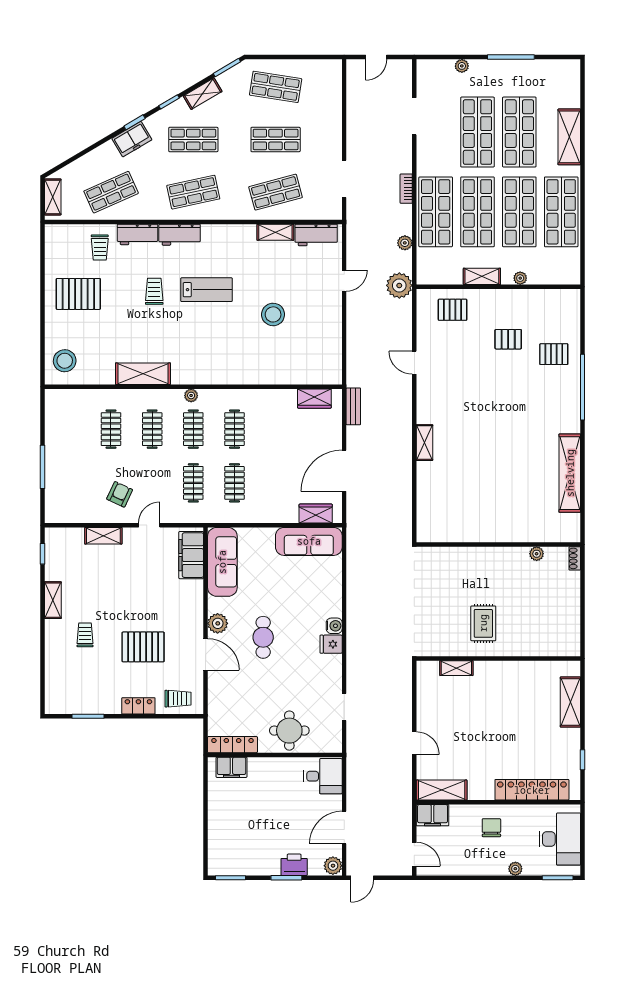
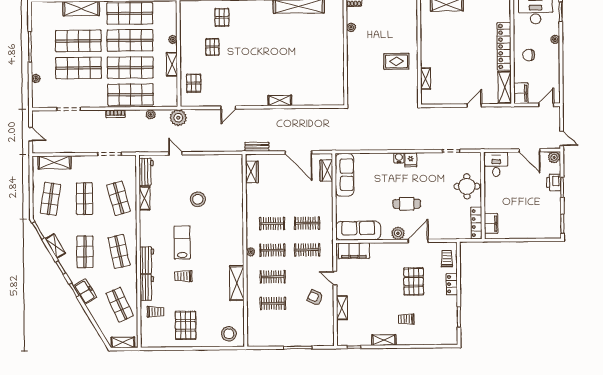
shelving: (332, 94) -> (55, 162), added
locker: (532, 790) -> (504, 46), moved

